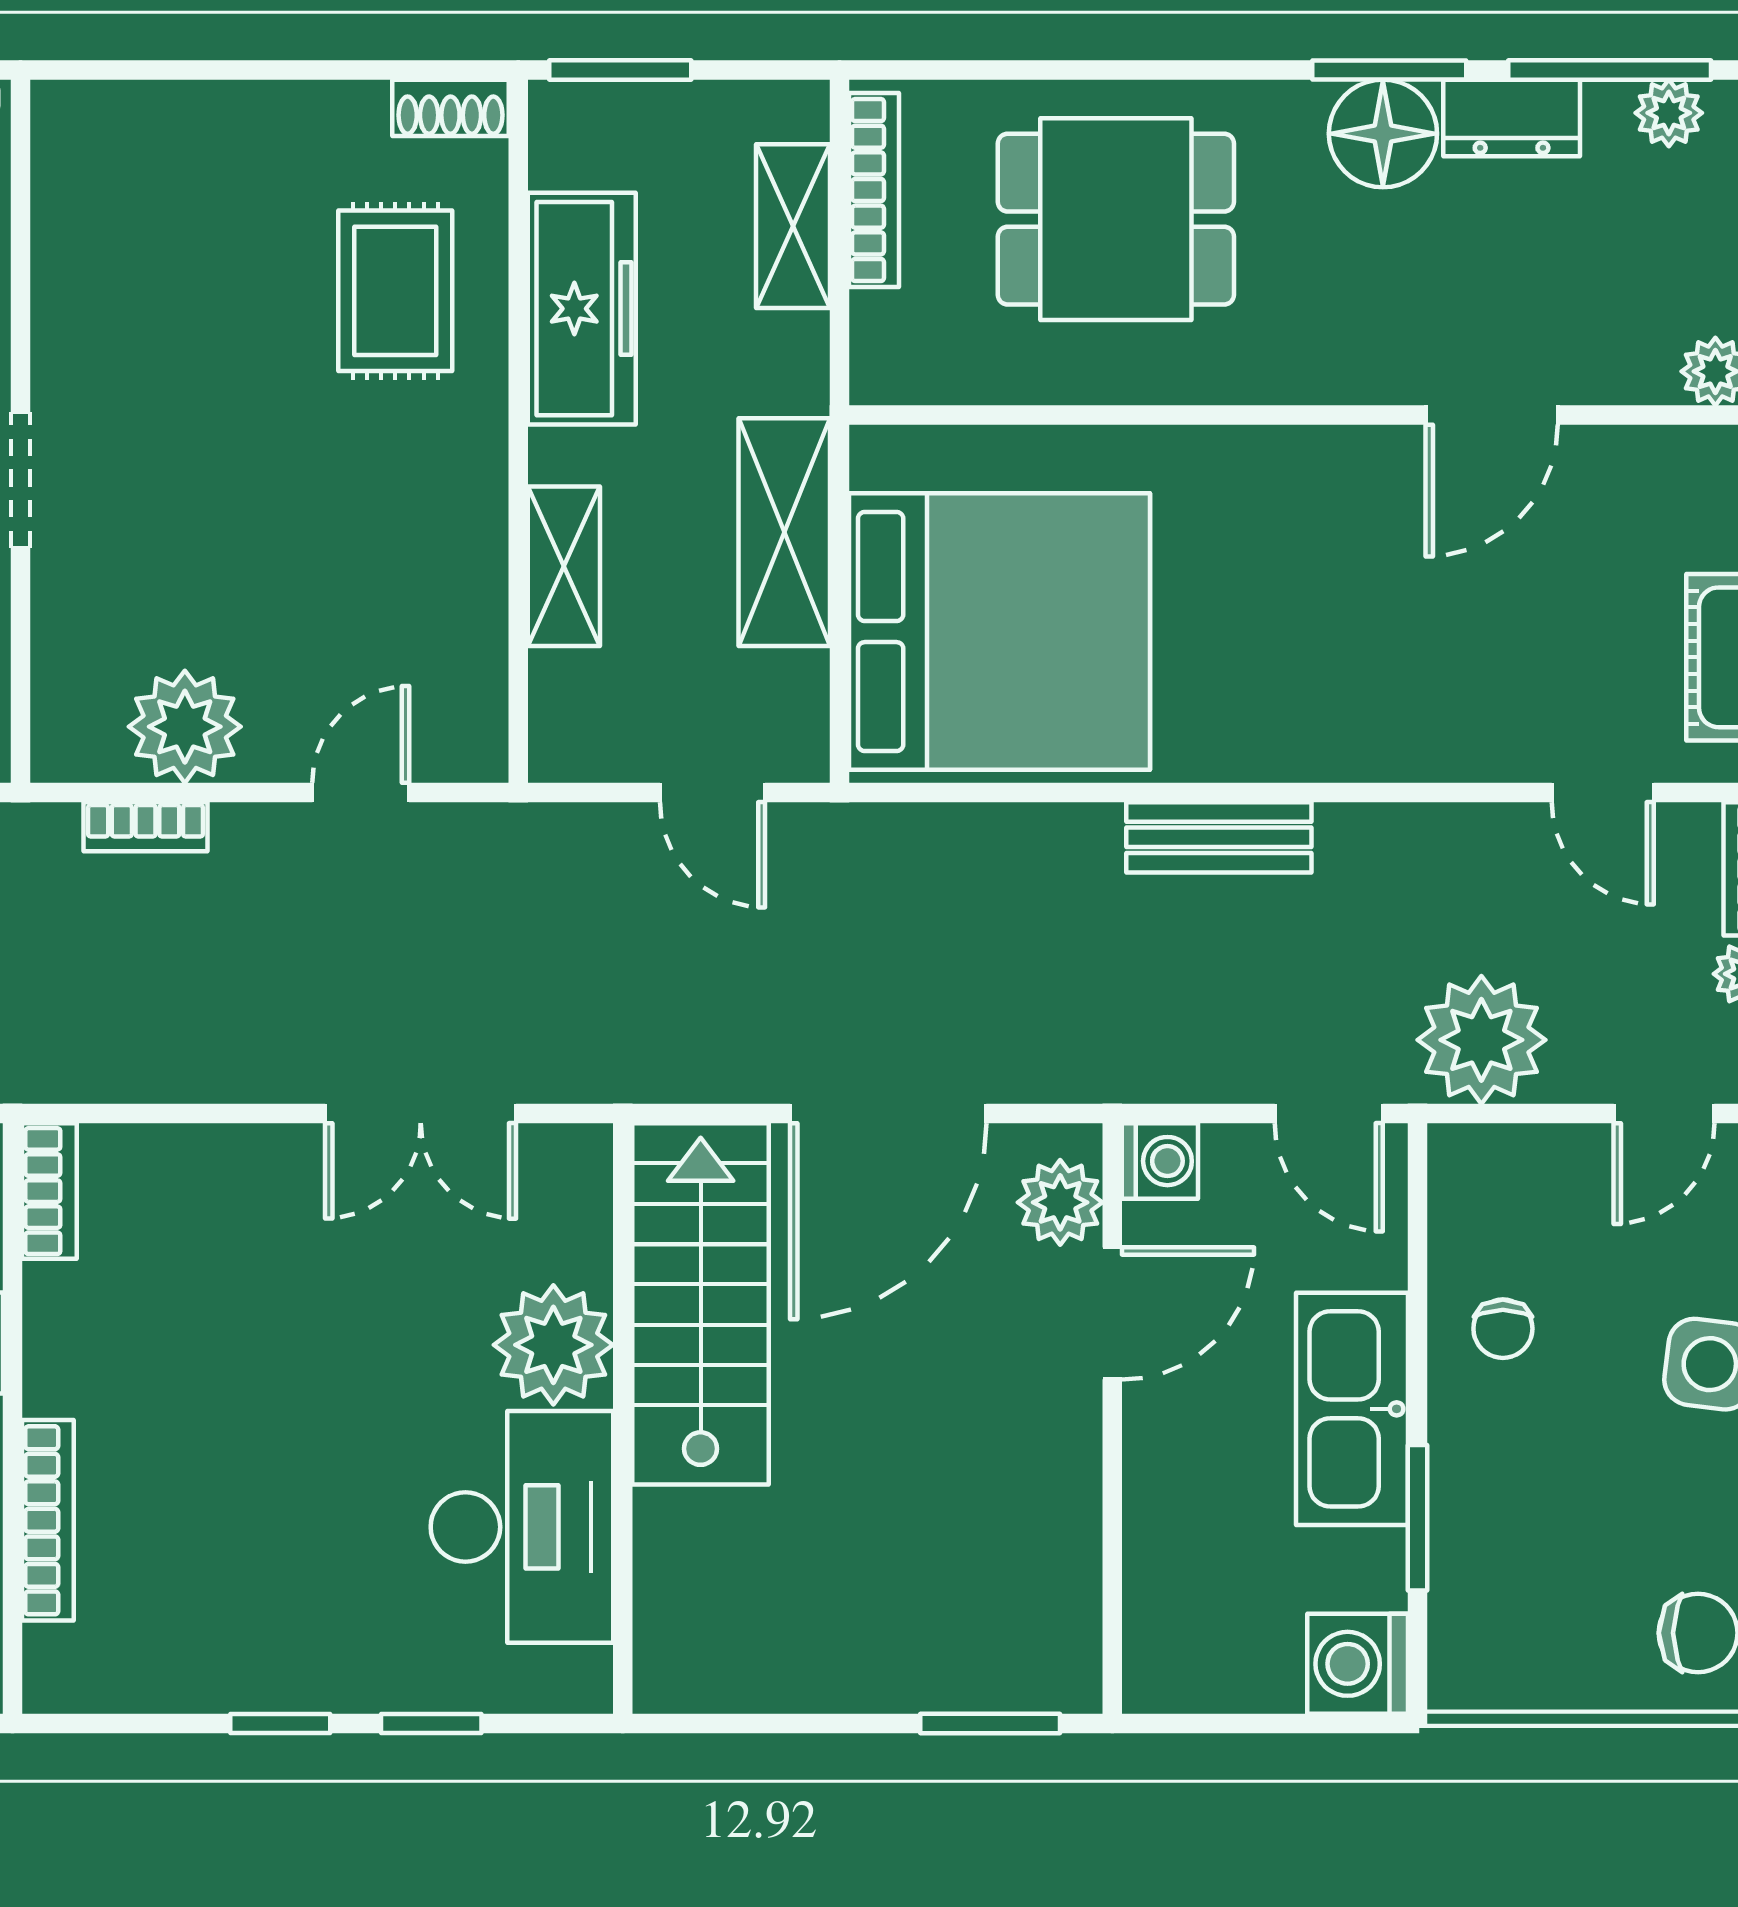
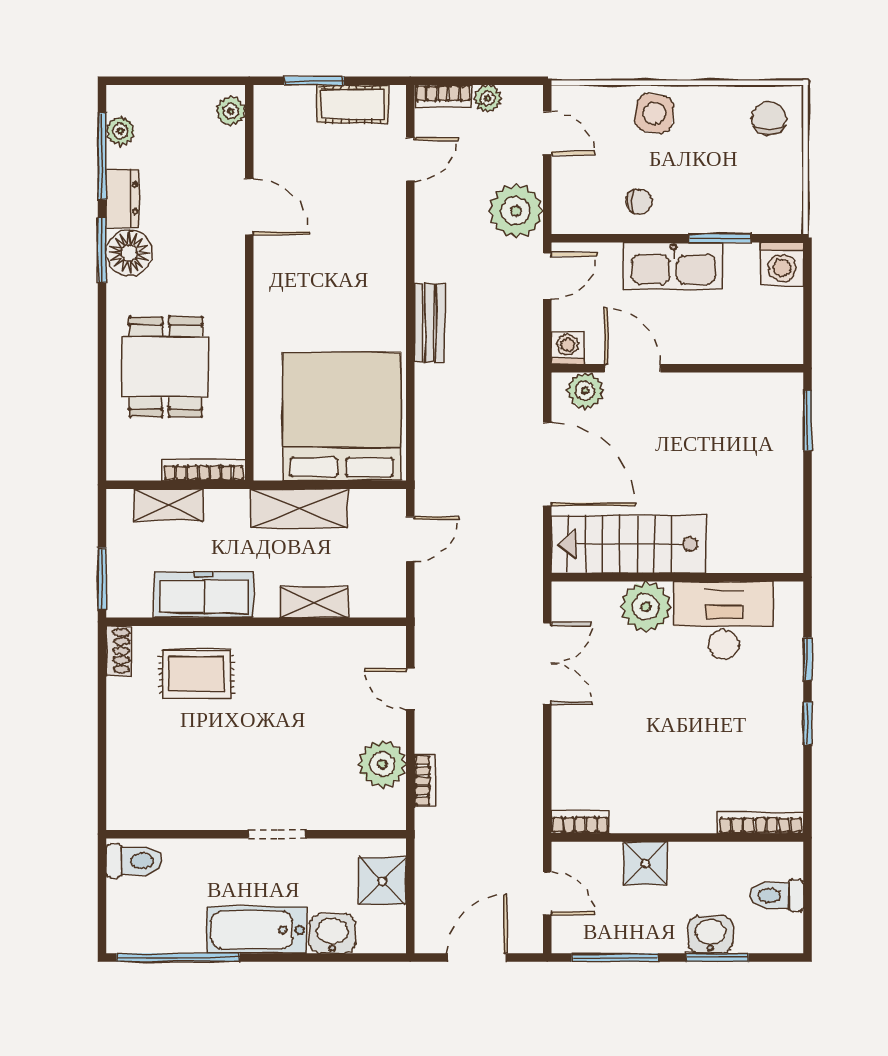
bookcase: (874, 190) -> (204, 470), moved
bookcase: (48, 1520) -> (761, 823), moved

